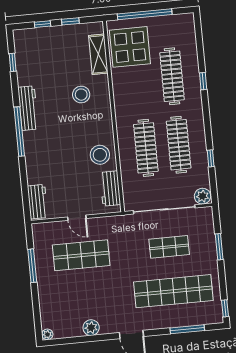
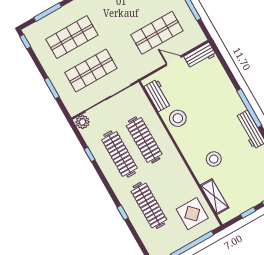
display table: (130, 47) -> (192, 214), width x0.73, depth x0.73
workbench: (38, 202) -> (200, 56), moved, turned -90
shop shelf: (169, 247) -> (91, 70), width x1.43, depth x1.36
shop shelf: (173, 291) -> (72, 37), width x0.71

